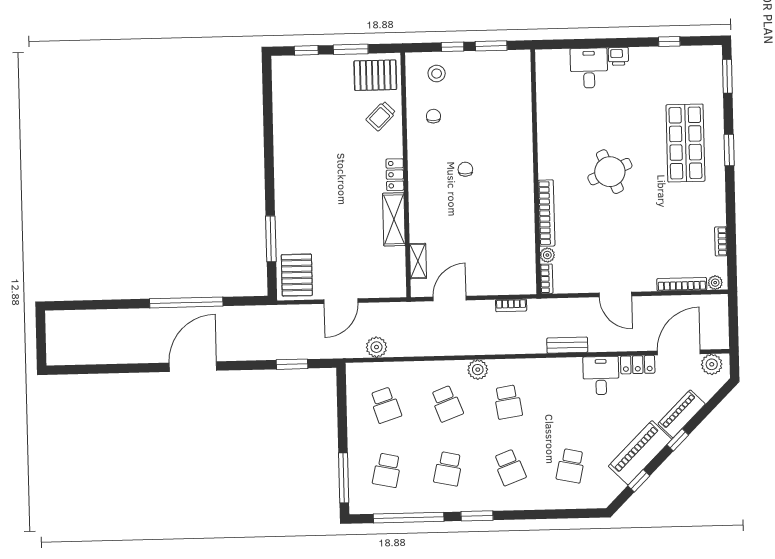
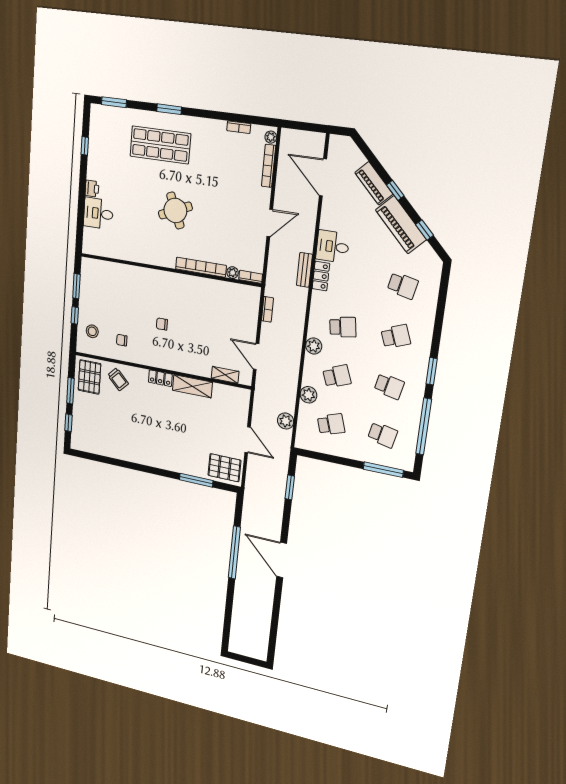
plant: (712, 364) -> (308, 395), moved
locker: (638, 365) -> (321, 276), moved

